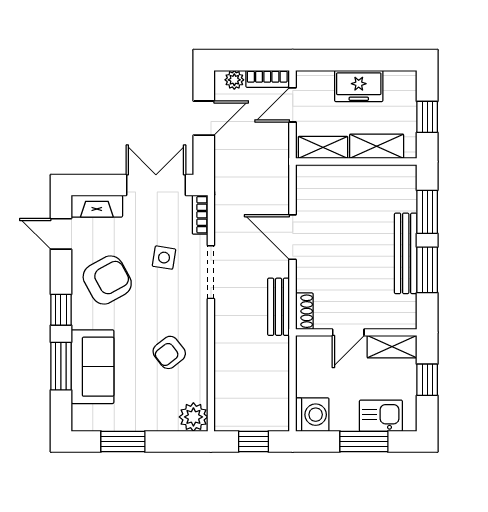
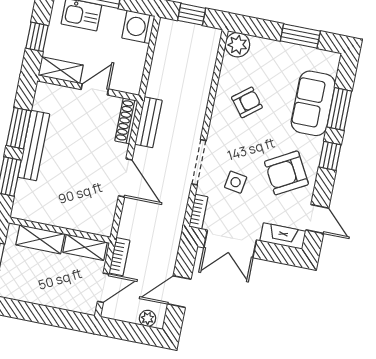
bookcase: (267, 79) -> (119, 257), moved, turned 90
freezer: (359, 86) -> (45, 293), removed
shoe rack: (304, 311) -> (126, 121), width x1.43

